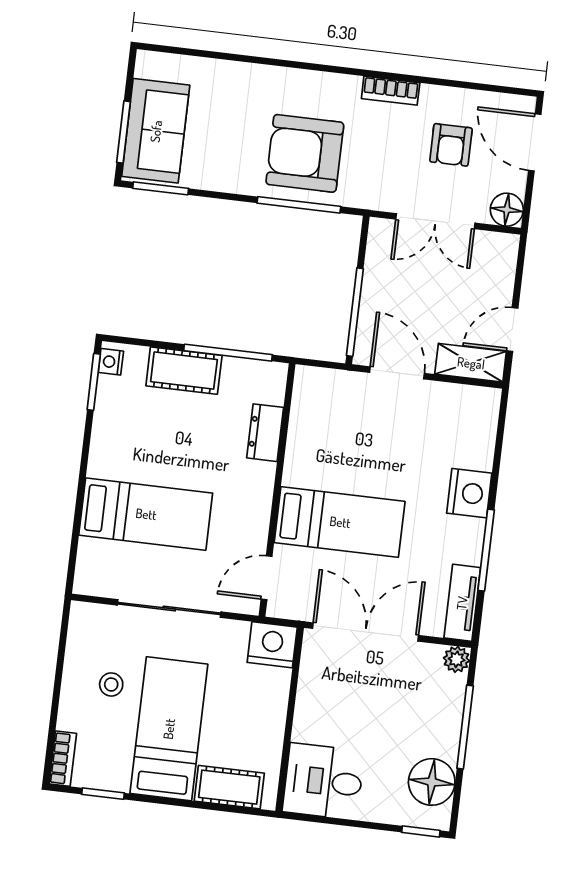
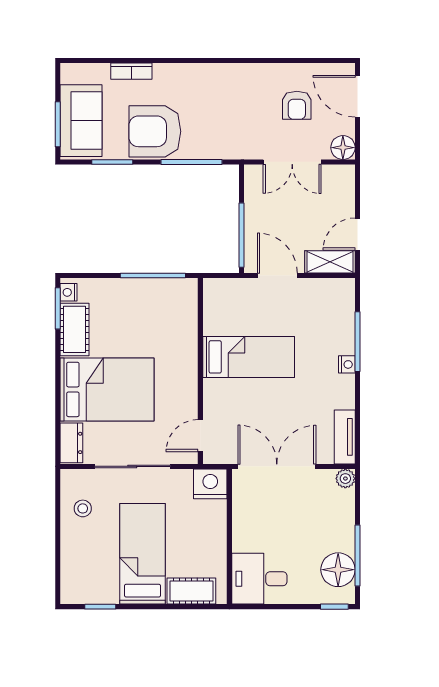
bookcase: (391, 91) -> (131, 71), moved
armchair: (305, 153) -> (155, 131), moved
window: (161, 188) -> (112, 162), moved
cot: (184, 371) -> (75, 329), moved, turned 90
dresser: (265, 433) -> (71, 443), moved, turned 180
nightstand: (469, 493) -> (347, 364), width x0.53, depth x0.56
bed: (146, 514) -> (107, 389), width x1.50
bed: (340, 522) -> (249, 357), moved
window: (486, 550) -> (357, 342), moved
stool: (111, 684) -> (83, 508), moved
window: (465, 727) -> (357, 555), moved
bookcase: (63, 759) -> (68, 585), removed

